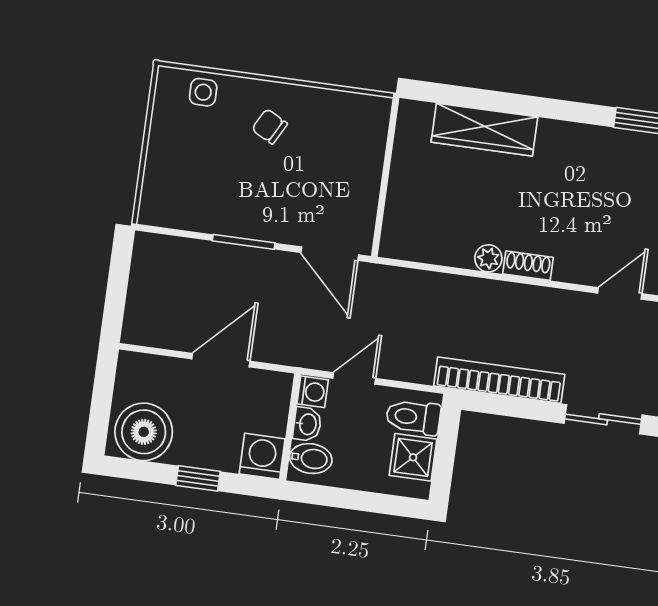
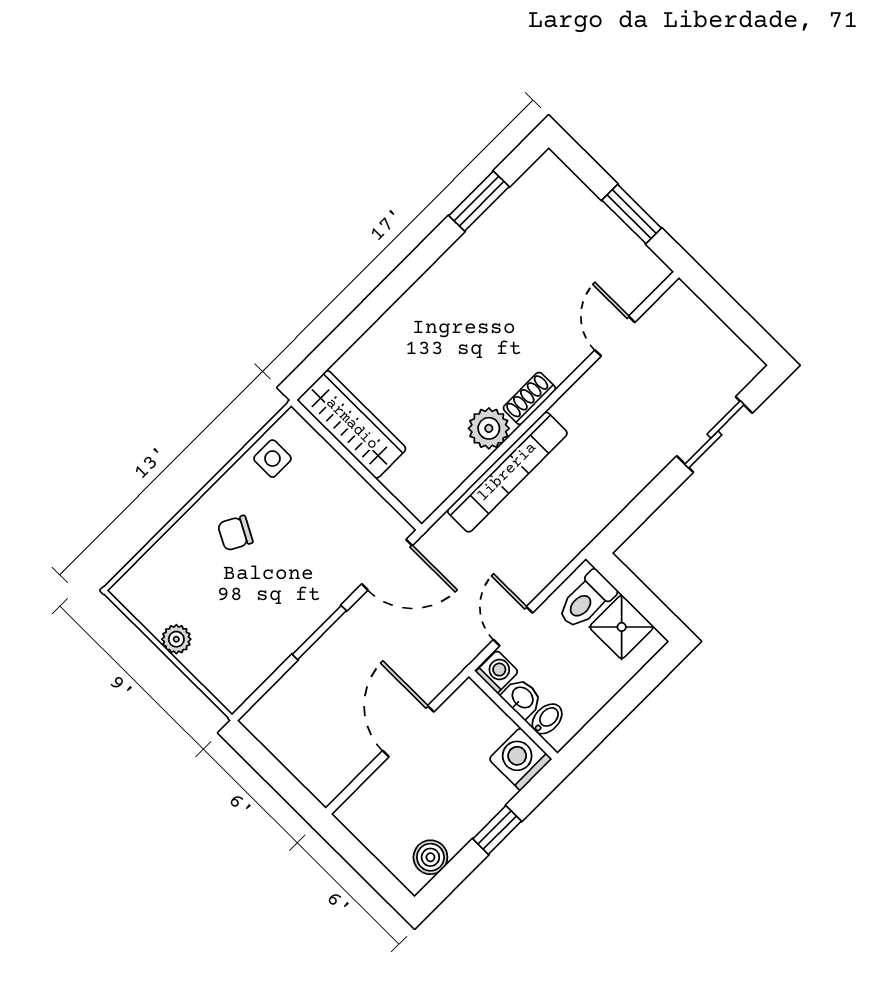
side table: (203, 92) -> (272, 459), moved
wardrobe: (484, 130) -> (352, 424), moved, turned -90
plant: (161, 142) -> (176, 639), added
plant: (488, 258) -> (489, 428), width x1.38, depth x1.38
bookcase: (499, 380) -> (507, 472), moved, turned 180
boiler: (144, 432) -> (430, 857), width x0.54, depth x0.54
bidet: (311, 459) -> (547, 719), width x0.72, depth x0.74

